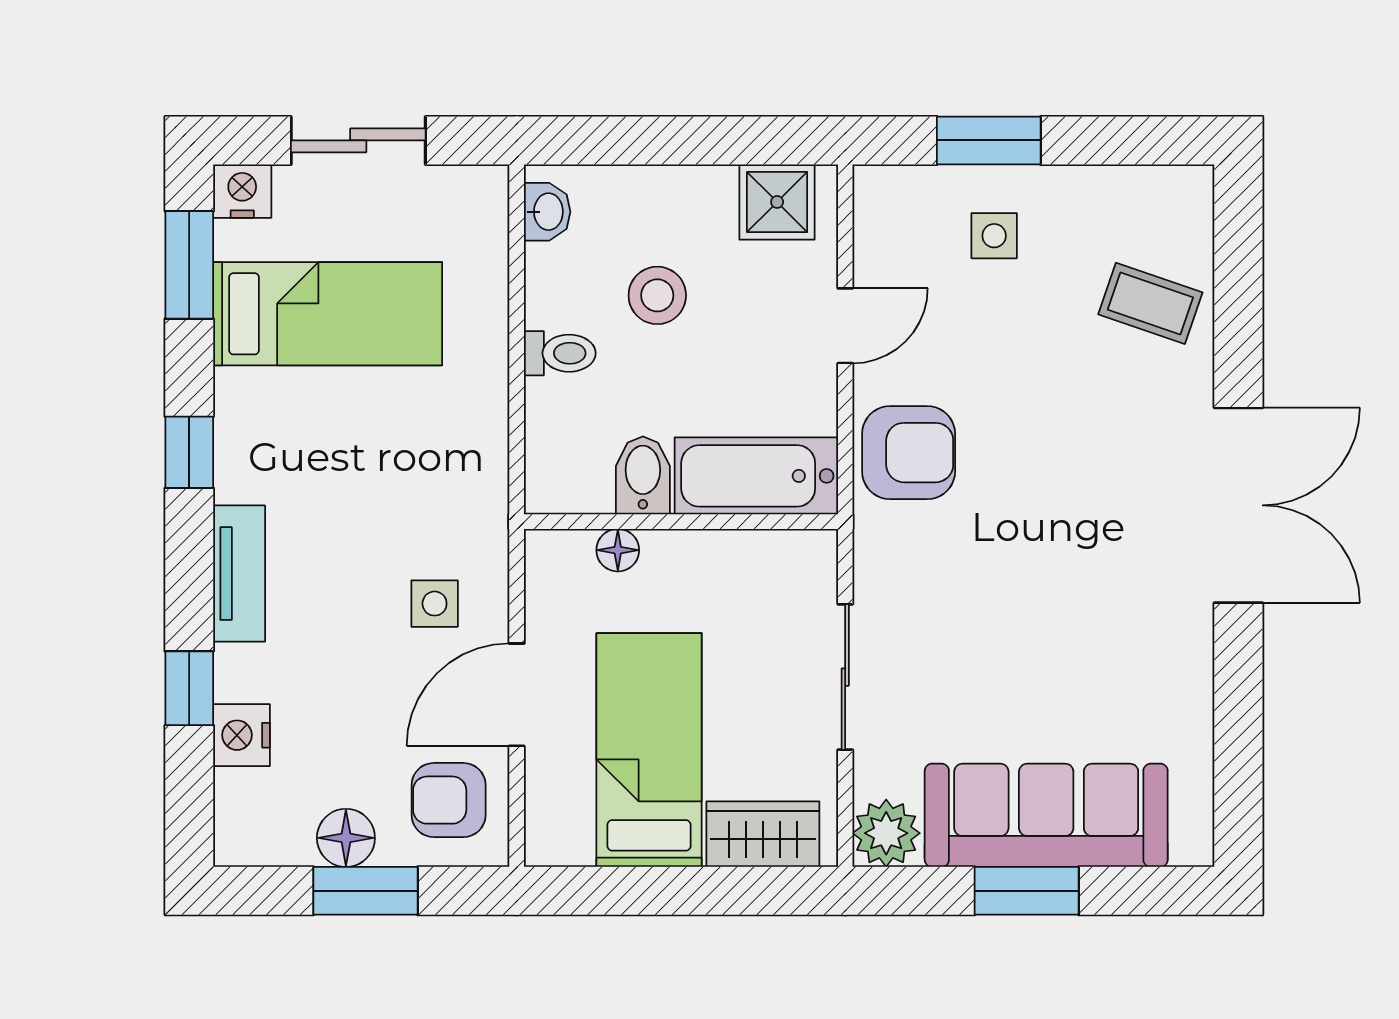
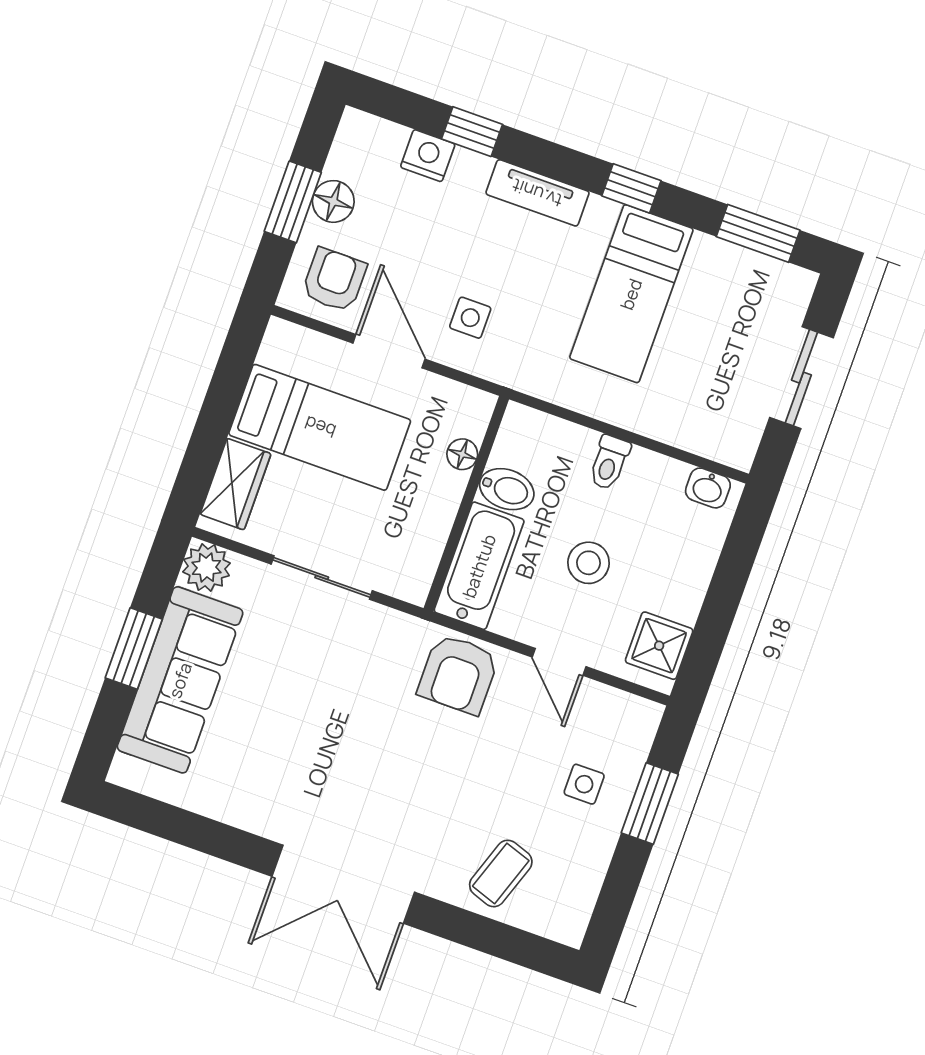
nightstand: (242, 191) -> (795, 287), removed
stool: (657, 295) -> (589, 563), moved
bed: (328, 314) -> (631, 294), moved

